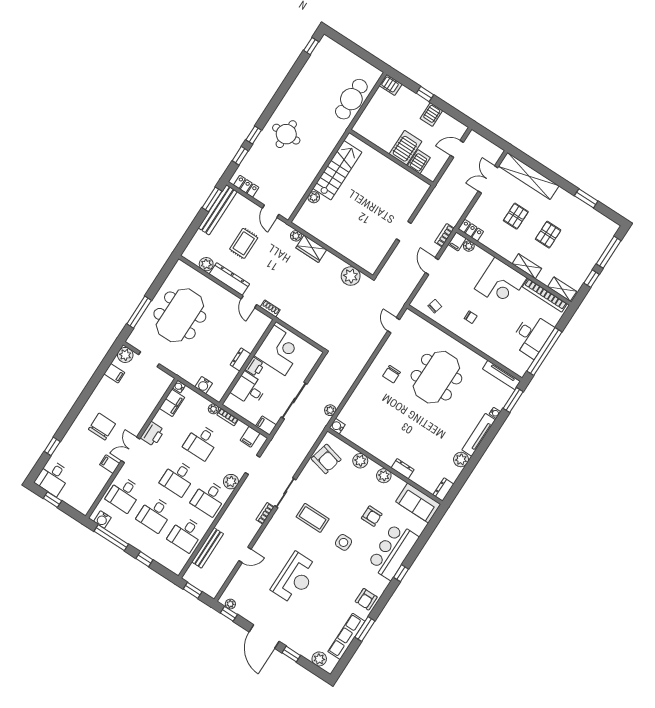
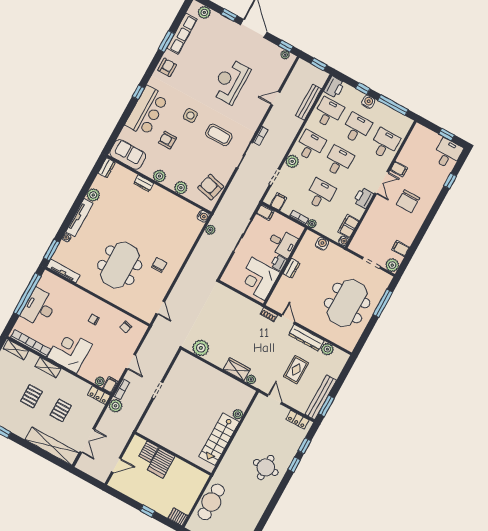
server rack: (431, 114) -> (141, 494), removed
plant: (453, 217) -> (116, 406), added
water cooler: (102, 519) -> (368, 102), moved
printer: (177, 563) -> (334, 87), added

